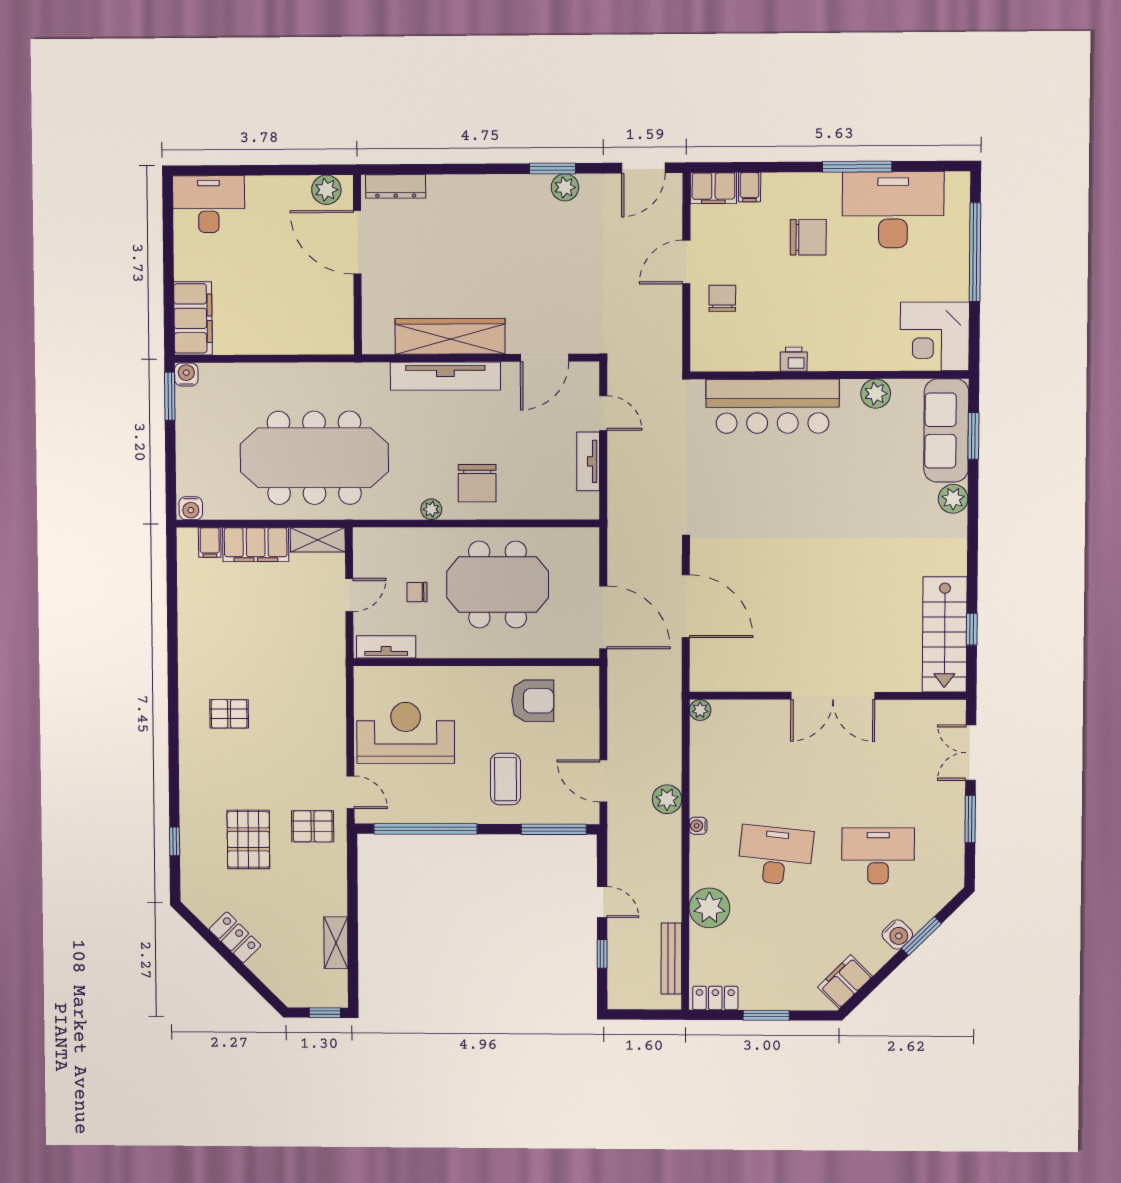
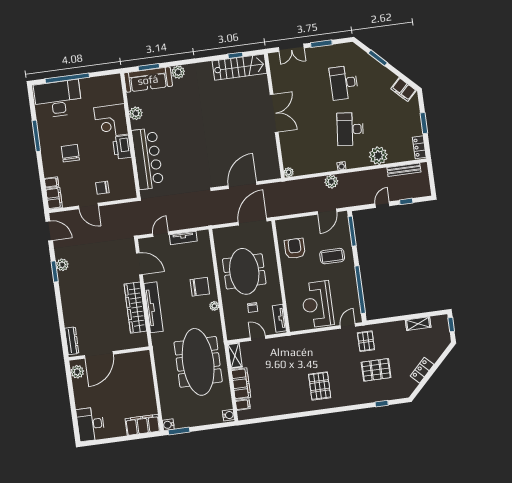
desk: (893, 210) -> (58, 99), moved, turned 90
corner desk: (935, 336) -> (111, 121), moved, turned 90
printer: (794, 359) -> (122, 147), width x1.87, depth x1.48
pallet: (229, 714) -> (320, 386), width x1.50, depth x1.42
water cooler: (897, 935) -> (379, 69), removed

